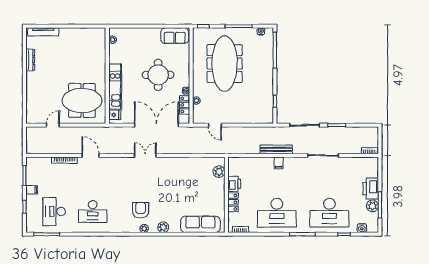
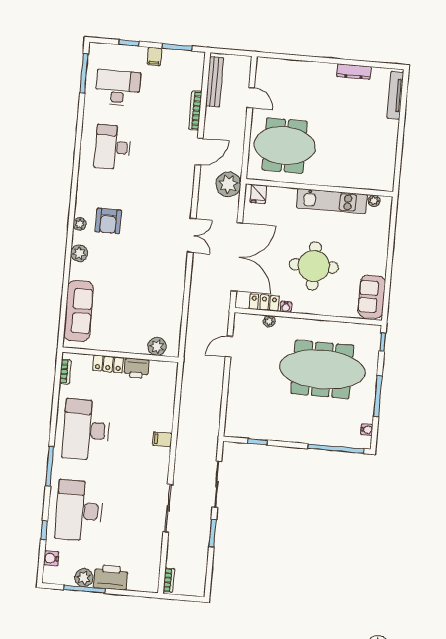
kitchen unit: (115, 86) -> (332, 201), moved
meeting table: (82, 100) -> (285, 146), turned 90
plant: (110, 135) -> (228, 184), added
bench: (276, 149) -> (215, 82), moved
armchair: (141, 210) -> (108, 221), turned 90

